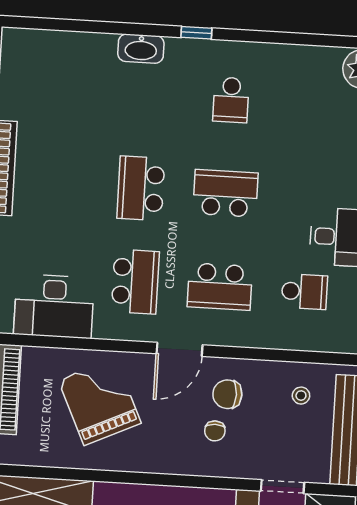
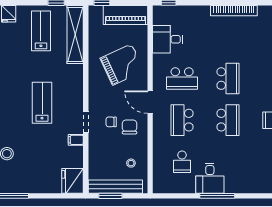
school desk: (141, 188) -> (228, 79), turned 90
desk: (54, 306) -> (168, 39), width x0.73
doorway: (282, 487) -> (86, 122), moved

